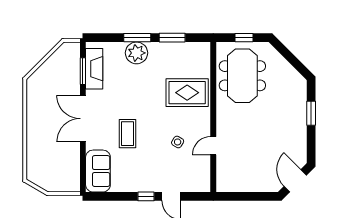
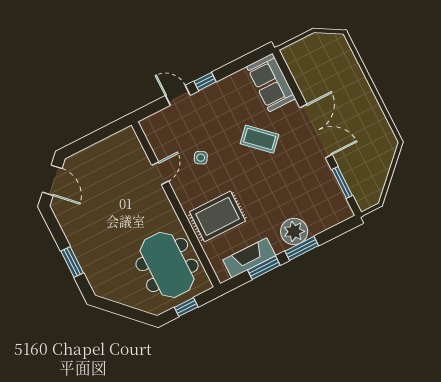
fireplace: (94, 69) -> (249, 258), moved, turned 90
coffee table: (127, 134) -> (260, 139), turned -47

